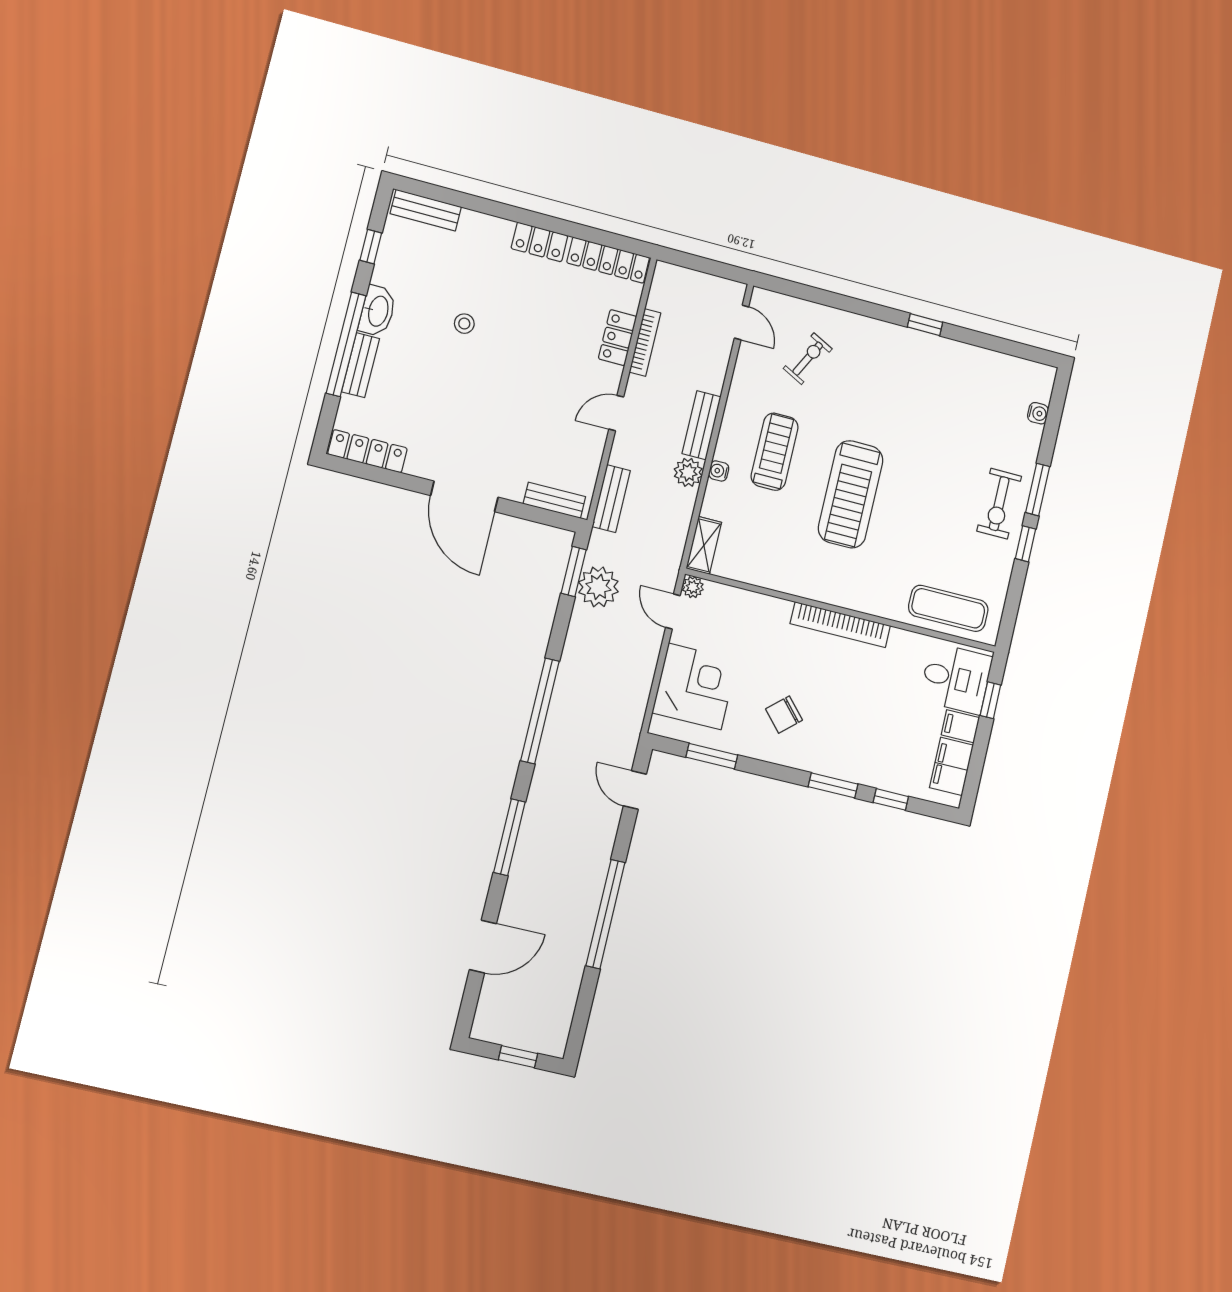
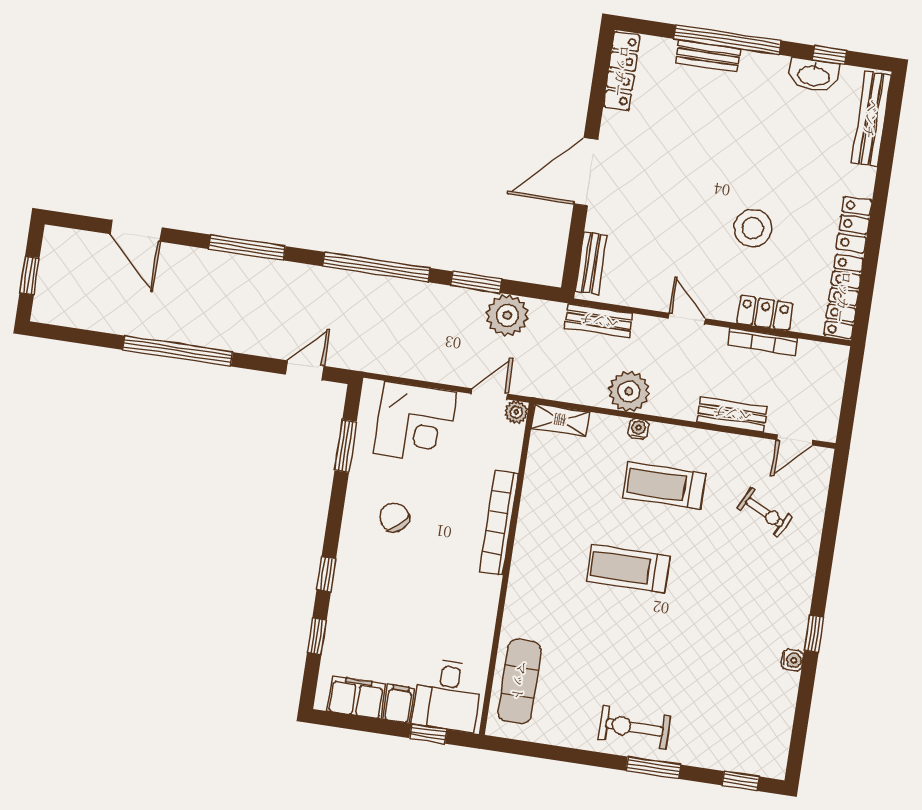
bench: (426, 210) -> (871, 119), width x1.36
washbasin: (377, 311) -> (814, 75), moved
stool: (464, 324) -> (753, 228), moved, width x1.89, depth x1.89
water cooler: (1038, 413) -> (792, 660), moved, turned -90
bench: (702, 425) -> (732, 414), moved
treadmill: (775, 452) -> (664, 485), turned 180
plant: (688, 472) -> (629, 391), width x1.36, depth x1.36
treadmill: (851, 494) -> (628, 569), width x0.73, depth x0.73
window: (1025, 544) -> (741, 781), moved
window: (574, 571) -> (476, 282), moved
bookcase: (840, 625) -> (499, 523), moved
window: (833, 785) -> (326, 574), width x0.67

